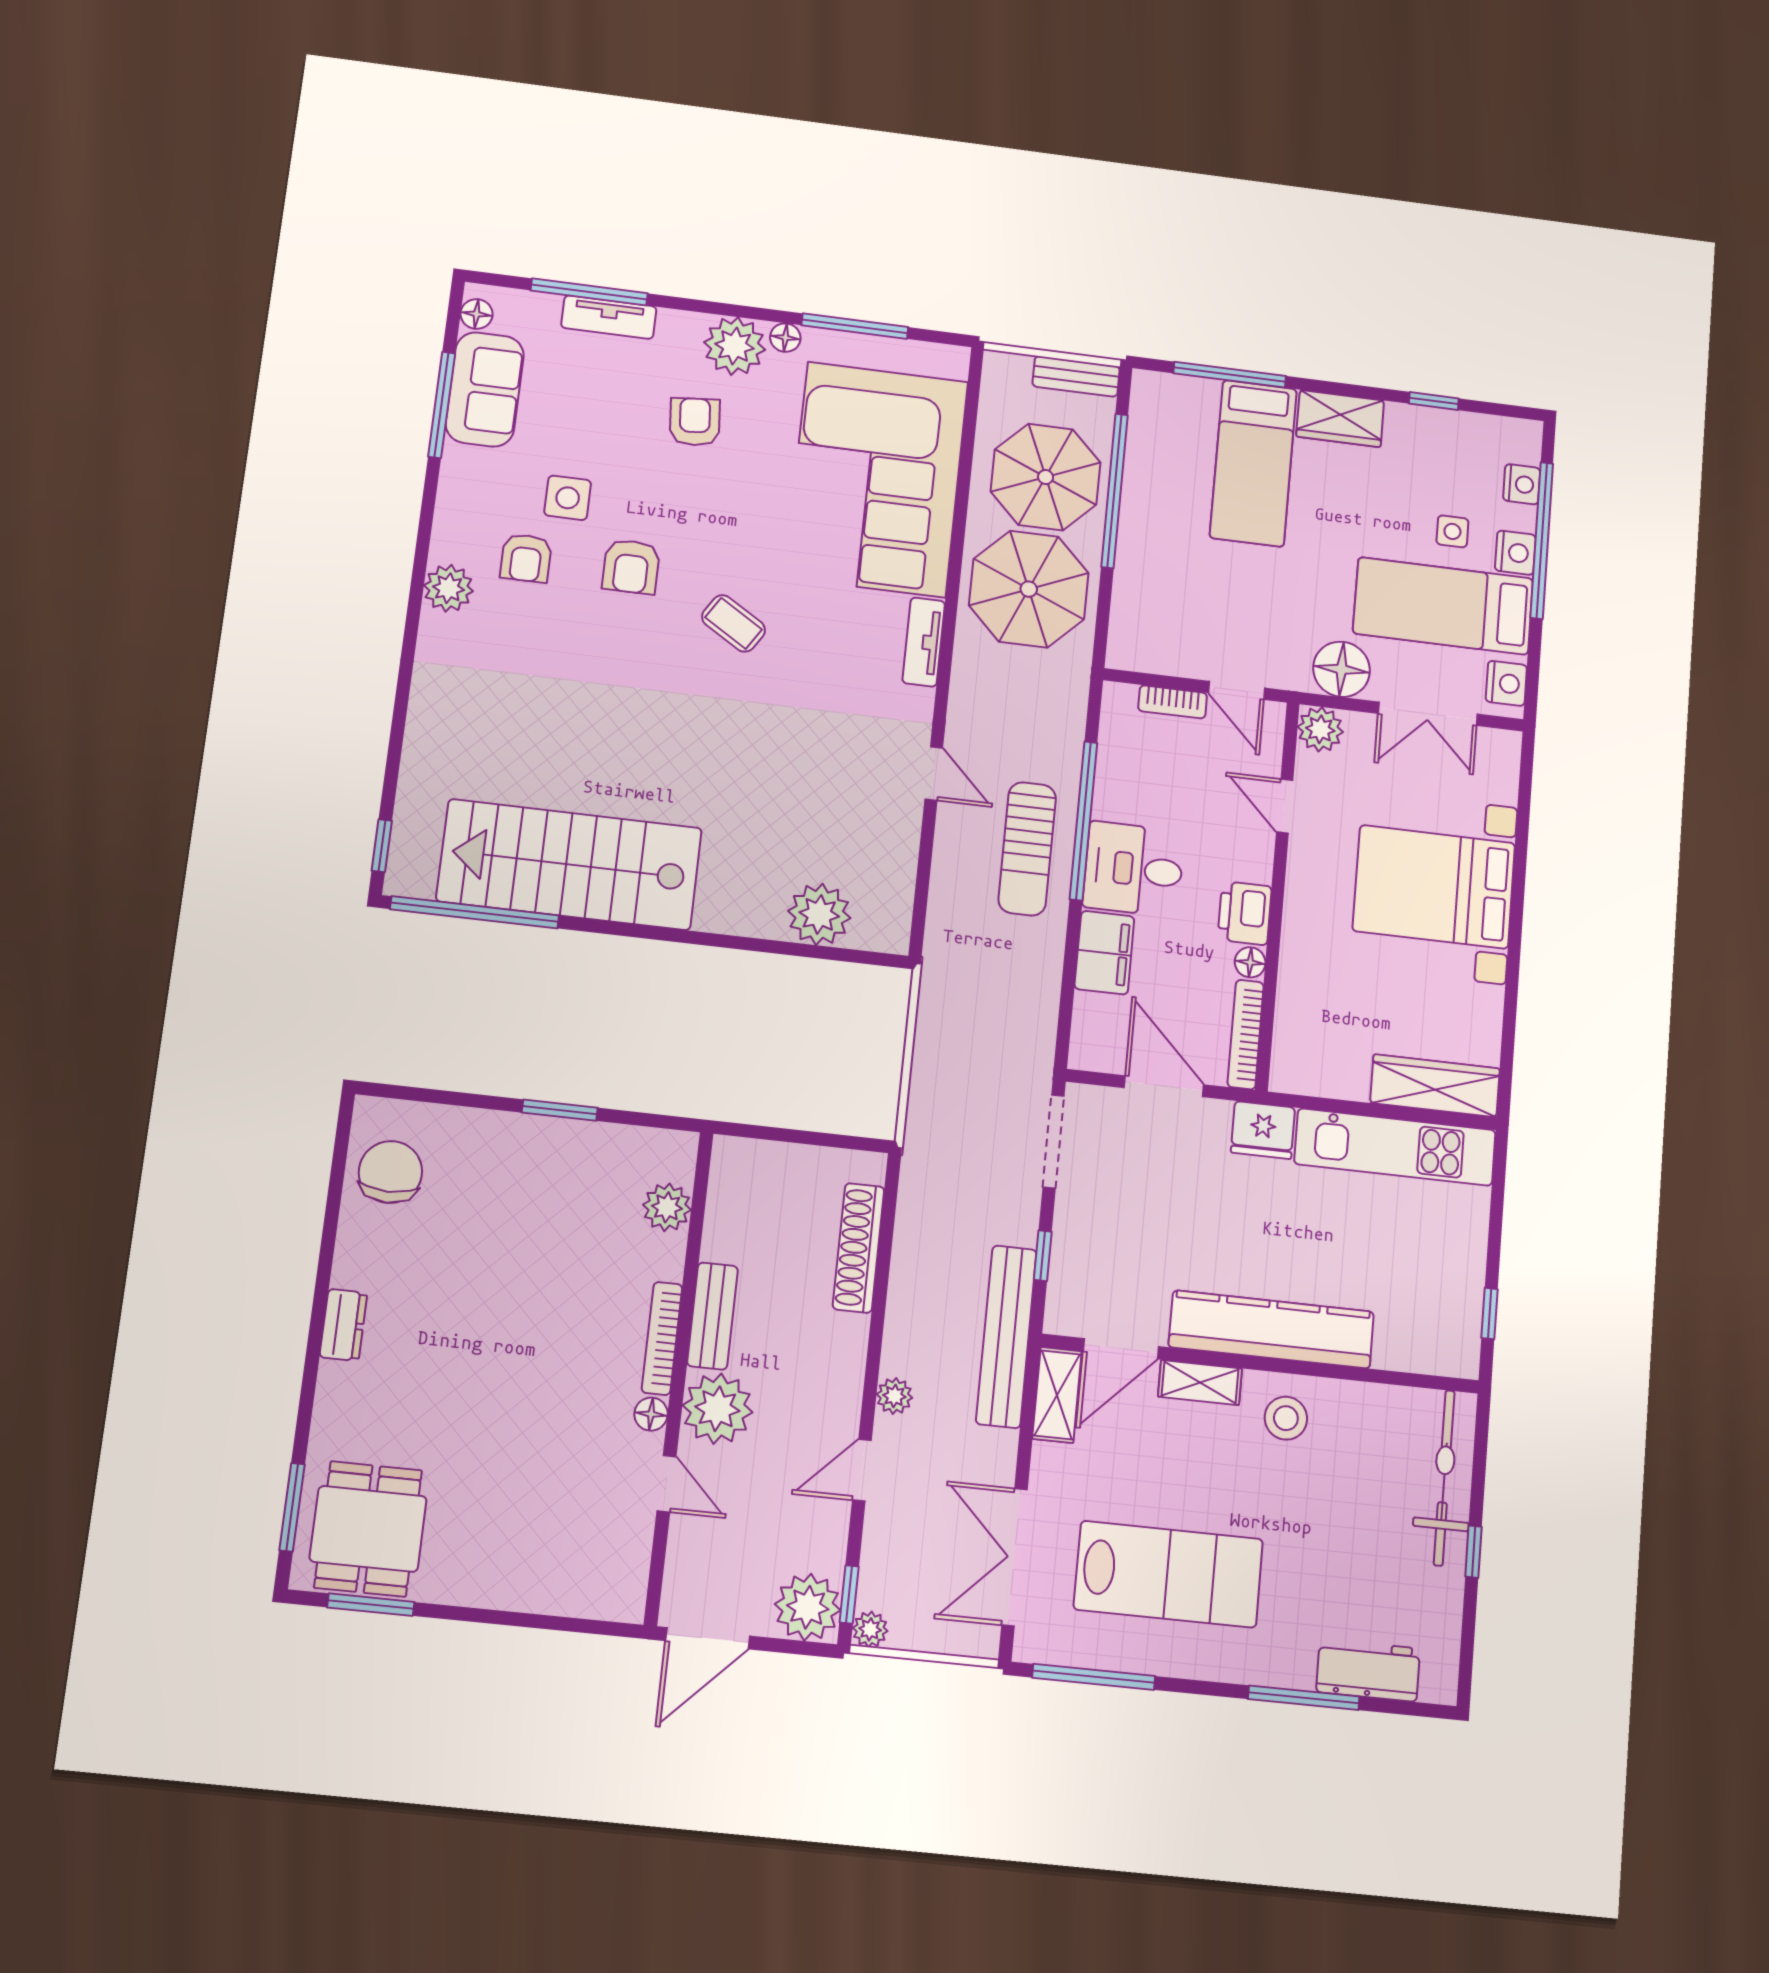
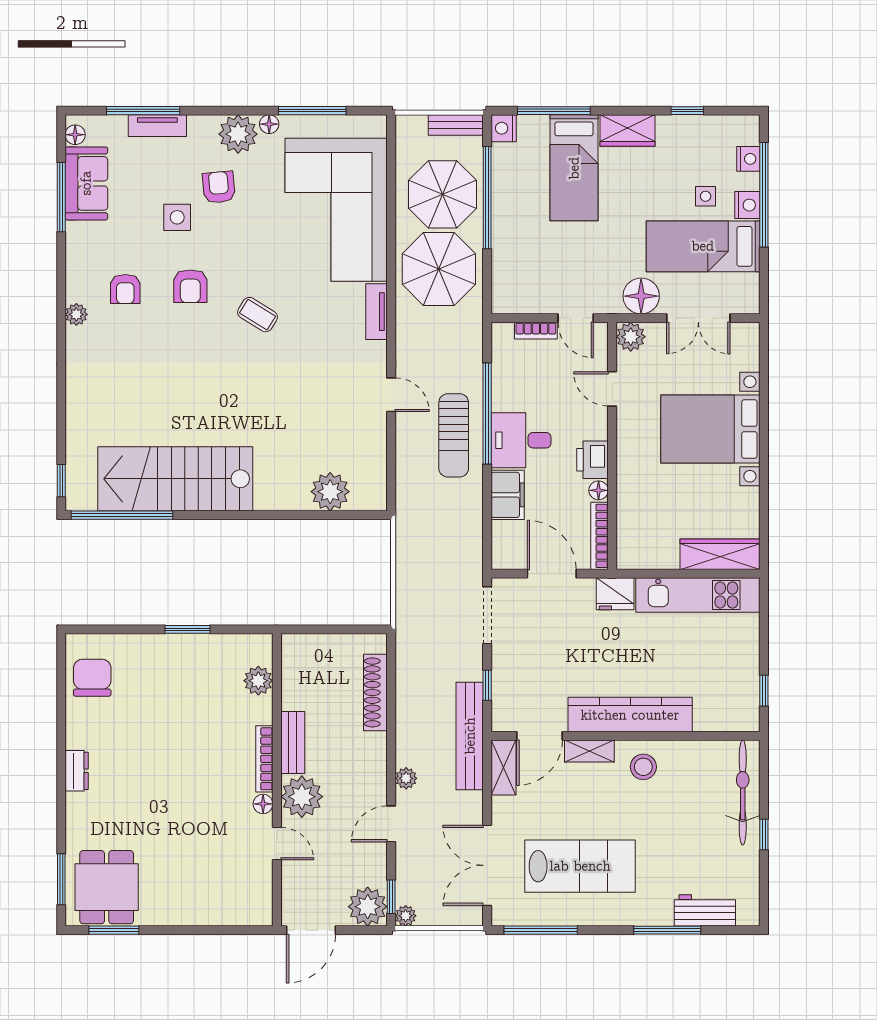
side table: (568, 498) -> (177, 217), moved
plant: (449, 588) -> (76, 314), width x0.73, depth x0.73
nightstand: (1506, 683) -> (504, 128), moved, turned 180

